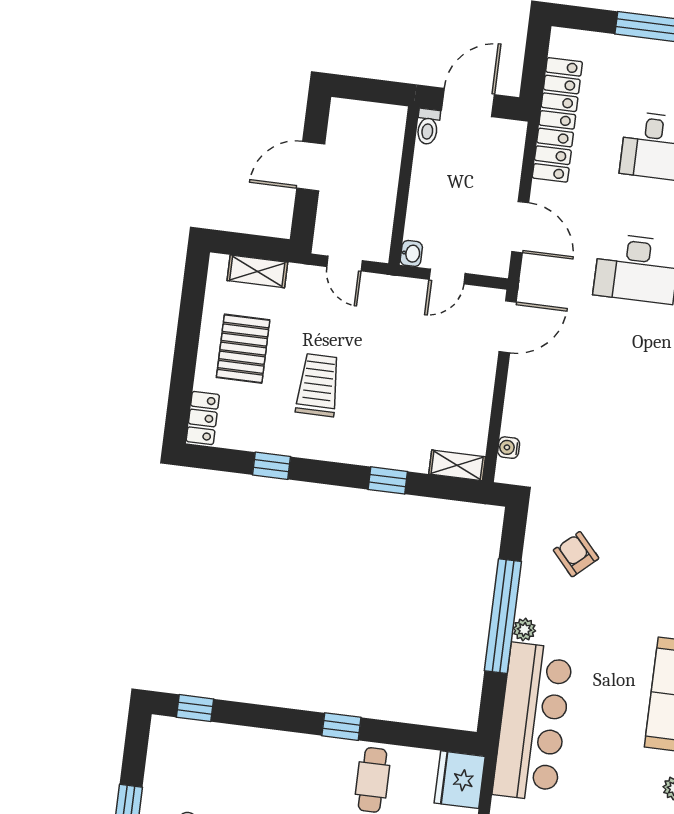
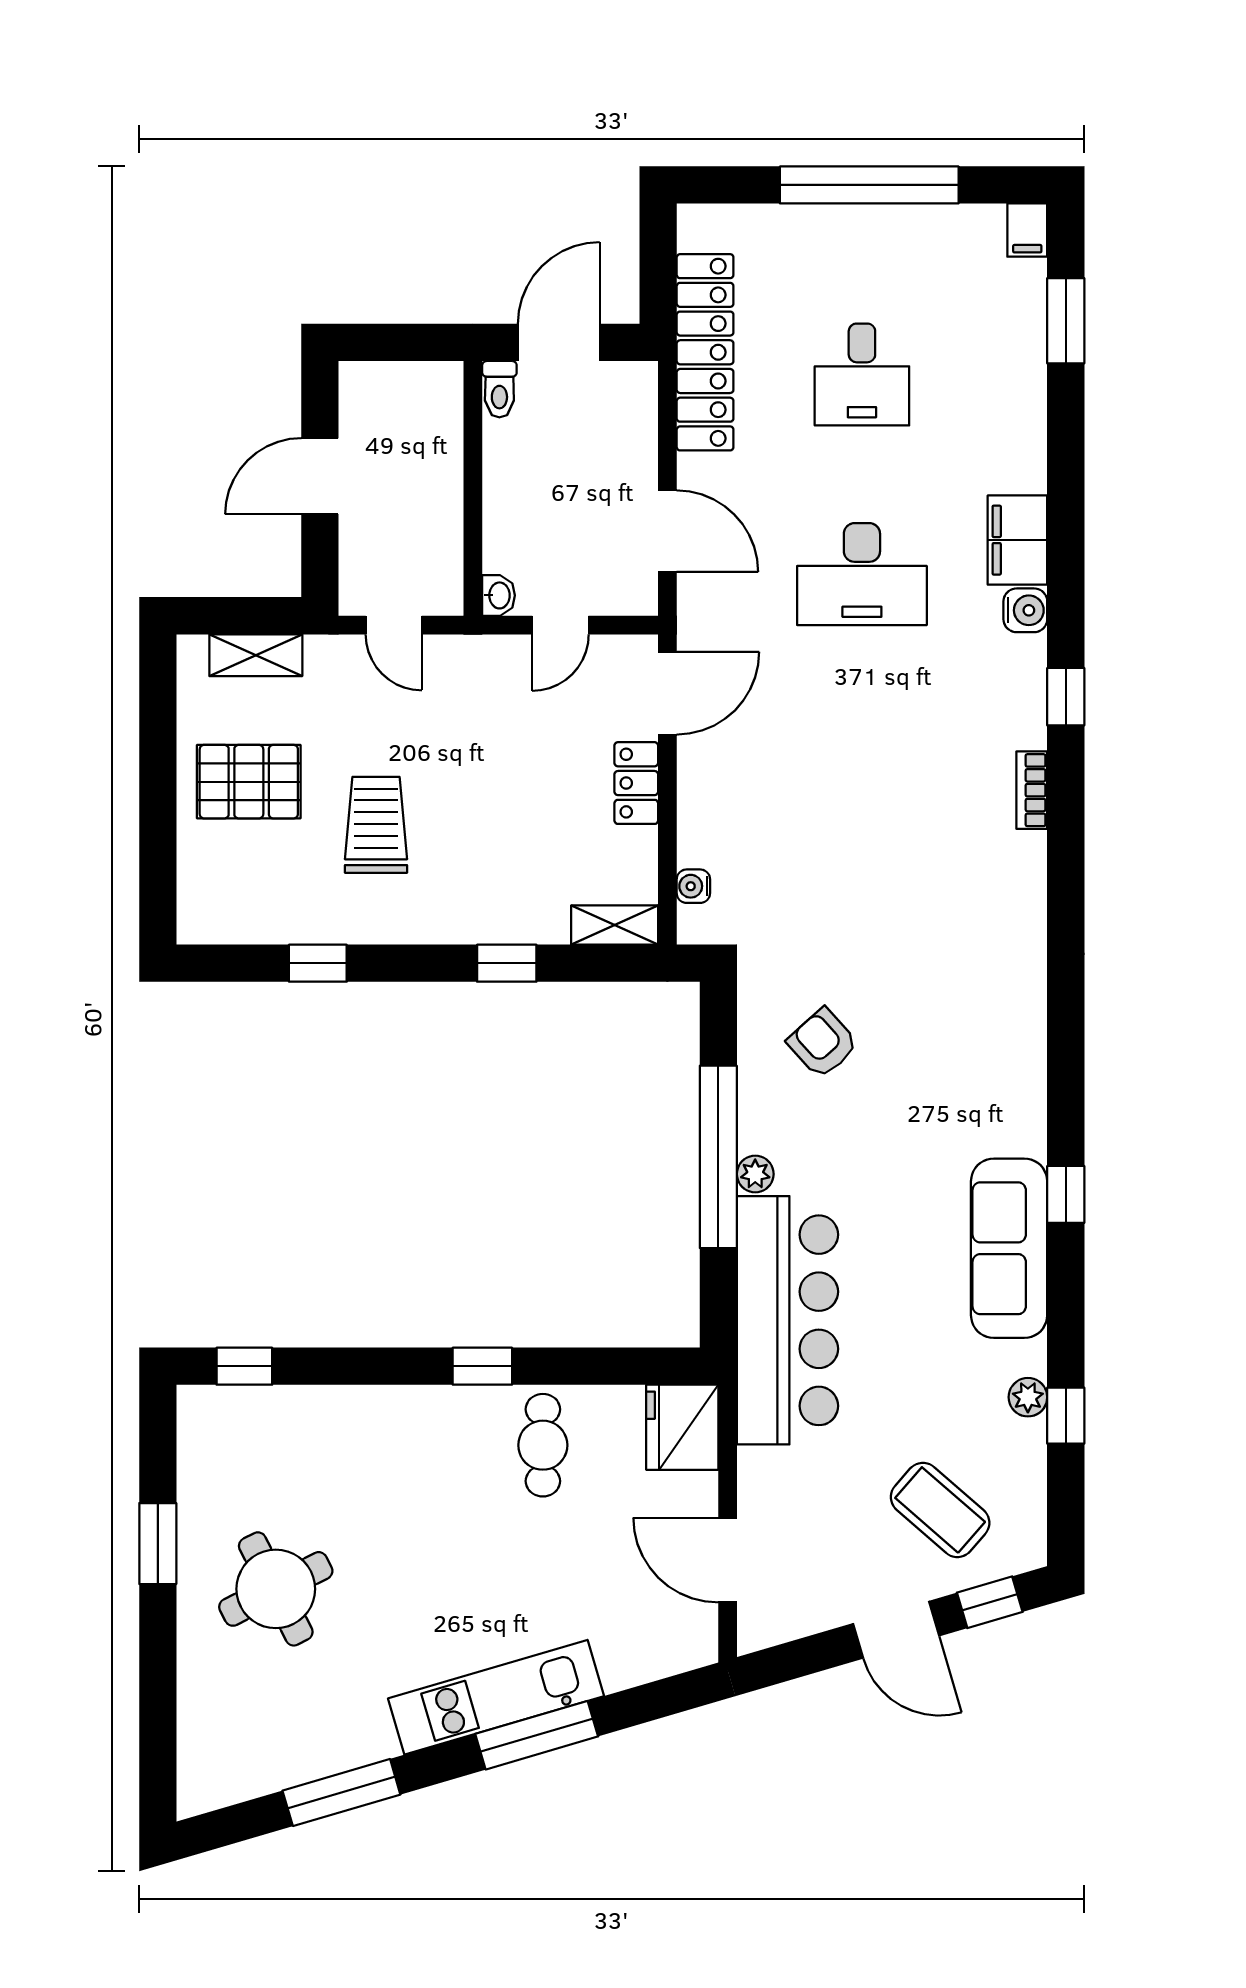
pallet: (243, 349) -> (249, 782), turned 90
locker: (203, 418) -> (636, 783), moved, turned 180

